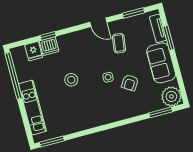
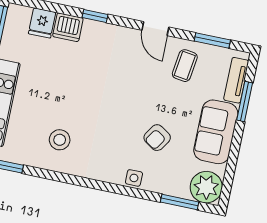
window: (48, 36) -> (95, 16), moved
coffee table: (119, 43) -> (185, 66), moved
side table: (108, 77) -> (134, 178), moved
stool: (71, 80) -> (60, 140), moved

